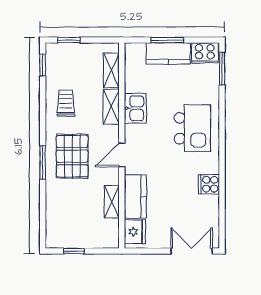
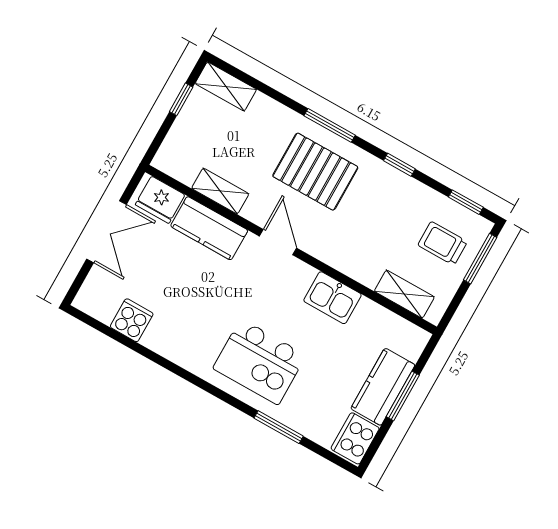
window: (69, 40) -> (480, 259), width x1.50
window: (222, 69) -> (279, 427), moved
trolley: (66, 103) -> (443, 243), moved, turned 180
shelving: (111, 107) -> (226, 86), moved
window: (43, 113) -> (399, 165), added
cooker: (209, 184) -> (132, 320), moved
double door: (192, 251) -> (107, 232), moved

